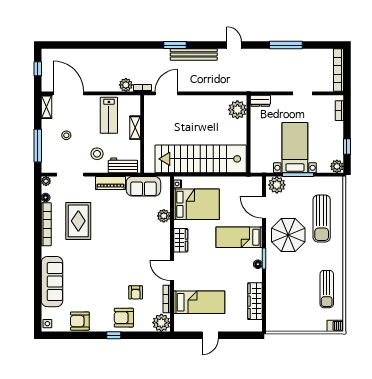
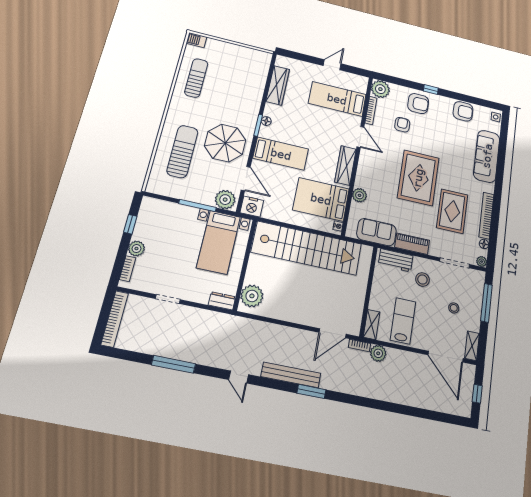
shelving: (135, 128) -> (372, 325), moved
bed with nightstands: (295, 148) -> (219, 242), moved
plant: (337, 166) -> (136, 249), moved
nightstand: (254, 184) -> (252, 206), added
wardrobe: (181, 240) -> (346, 166), width x1.50
rug: (113, 245) -> (418, 178), added

